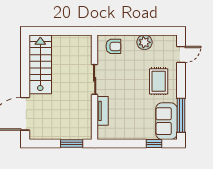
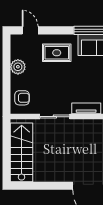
armchair: (113, 46) -> (22, 98), turned 90
stairs: (40, 64) -> (22, 152), moved, turned 90

